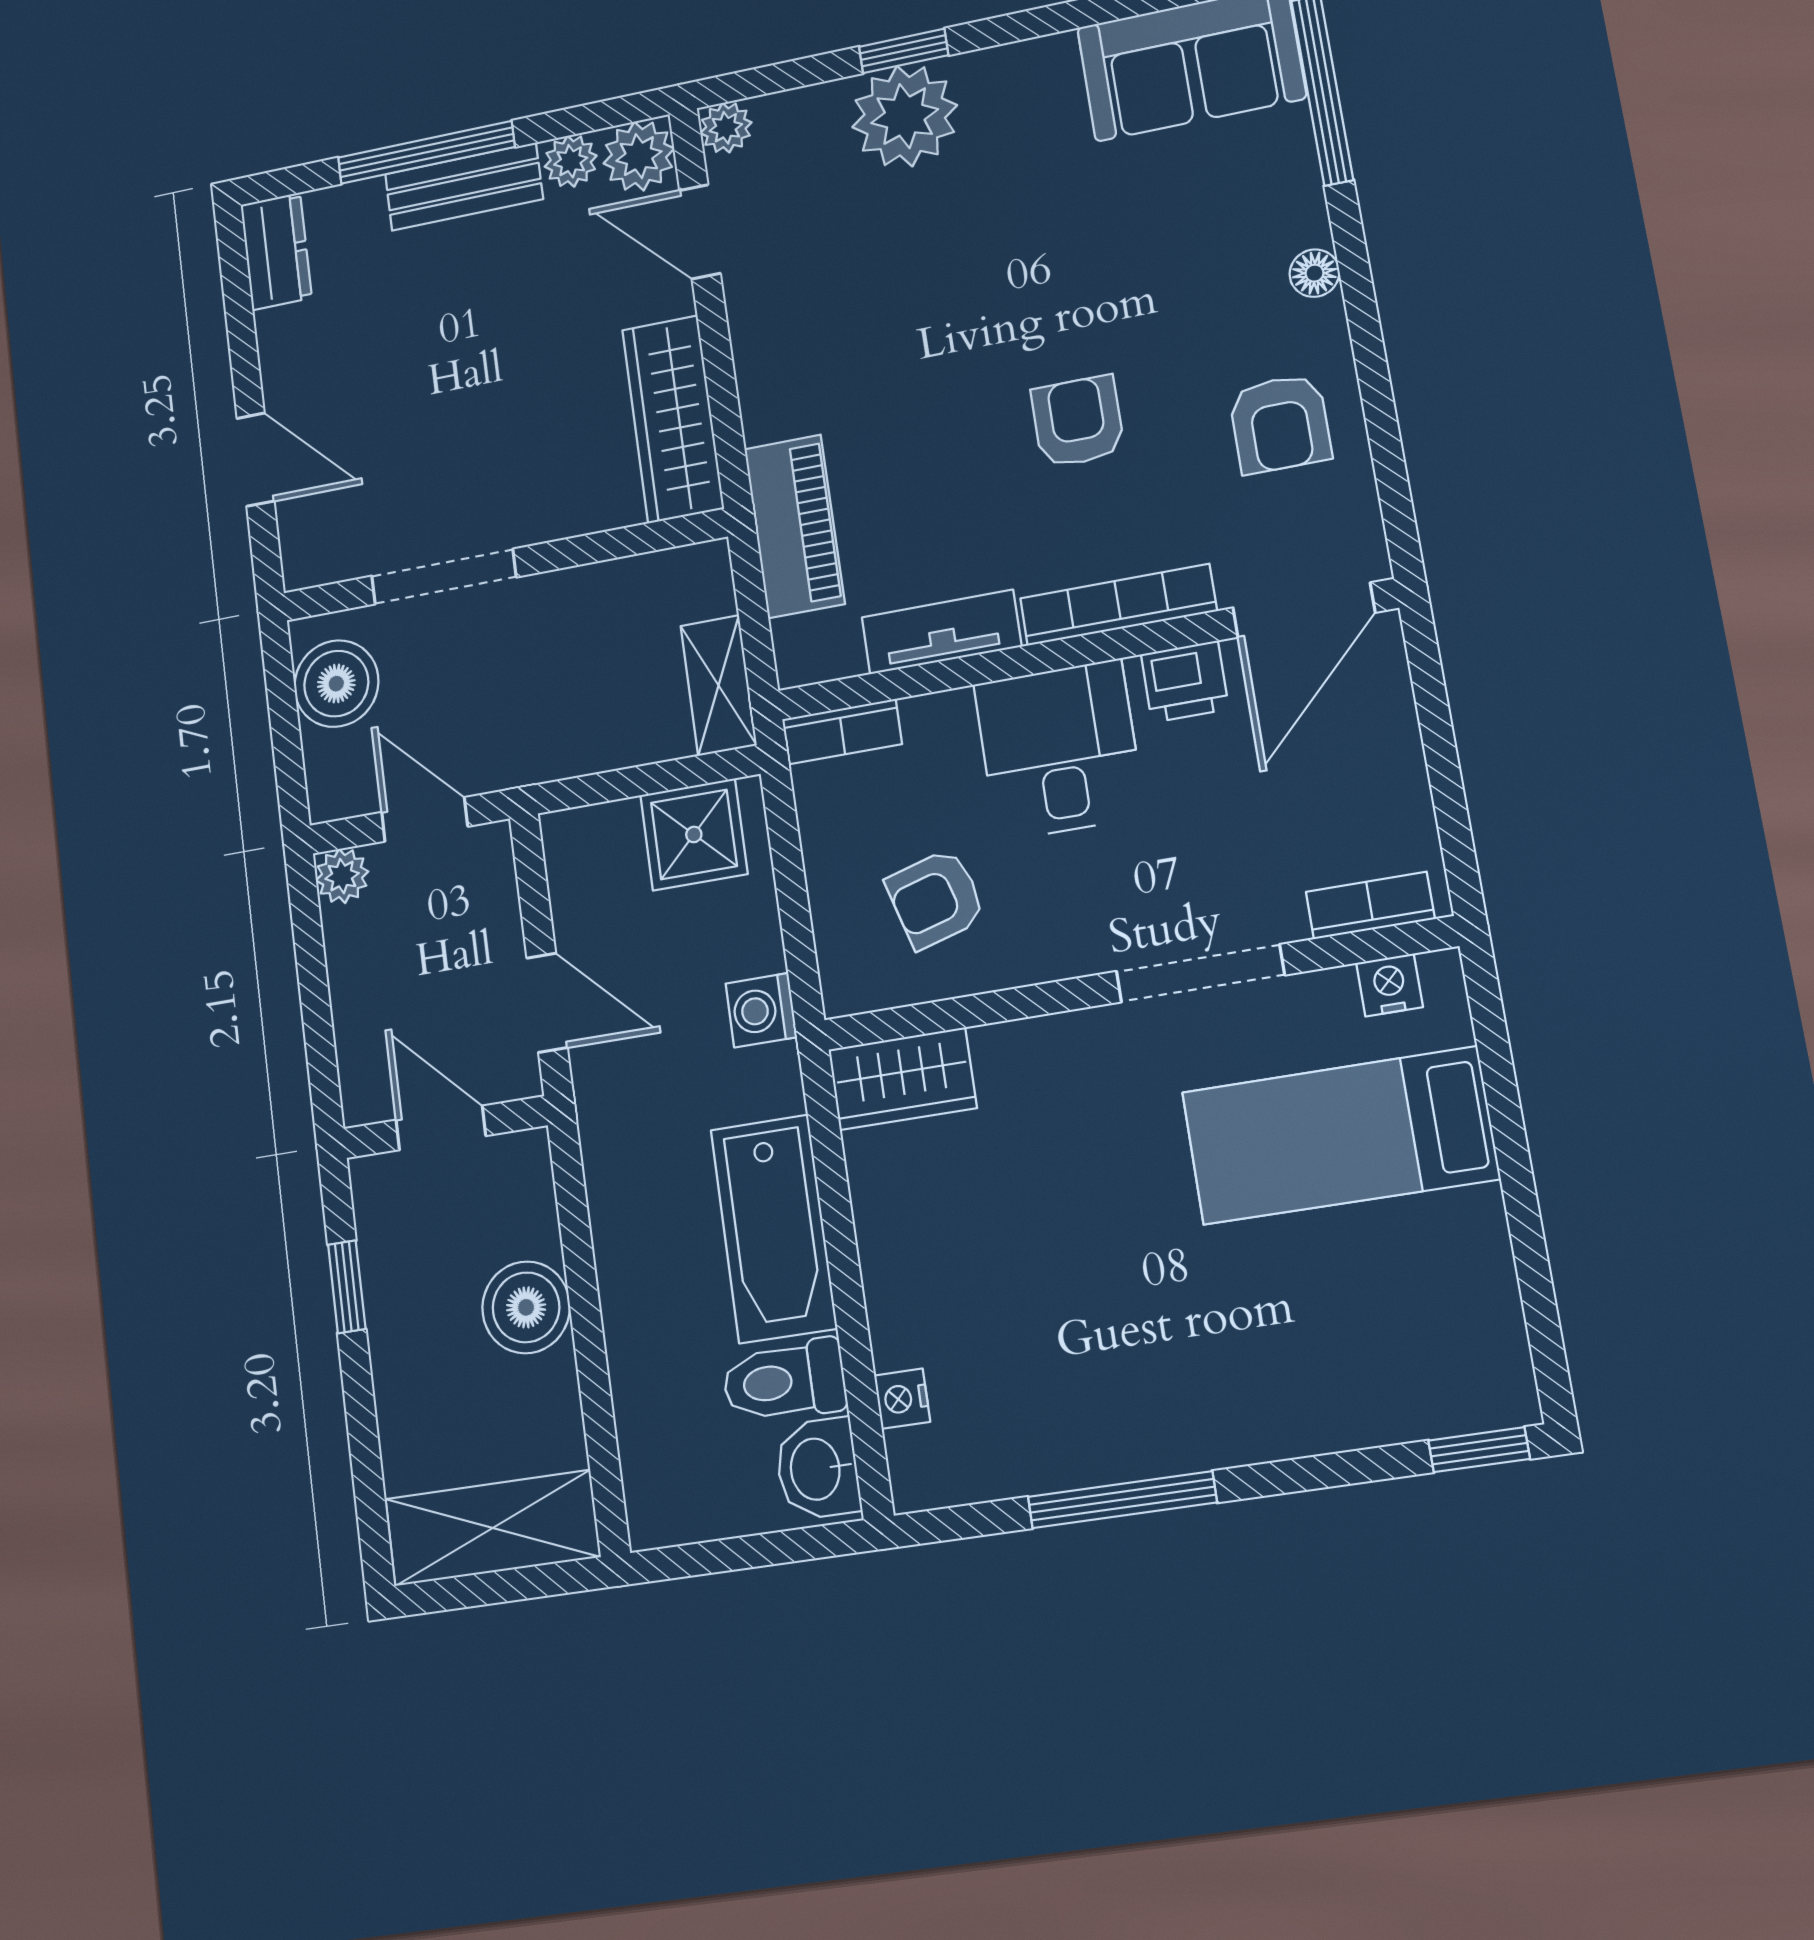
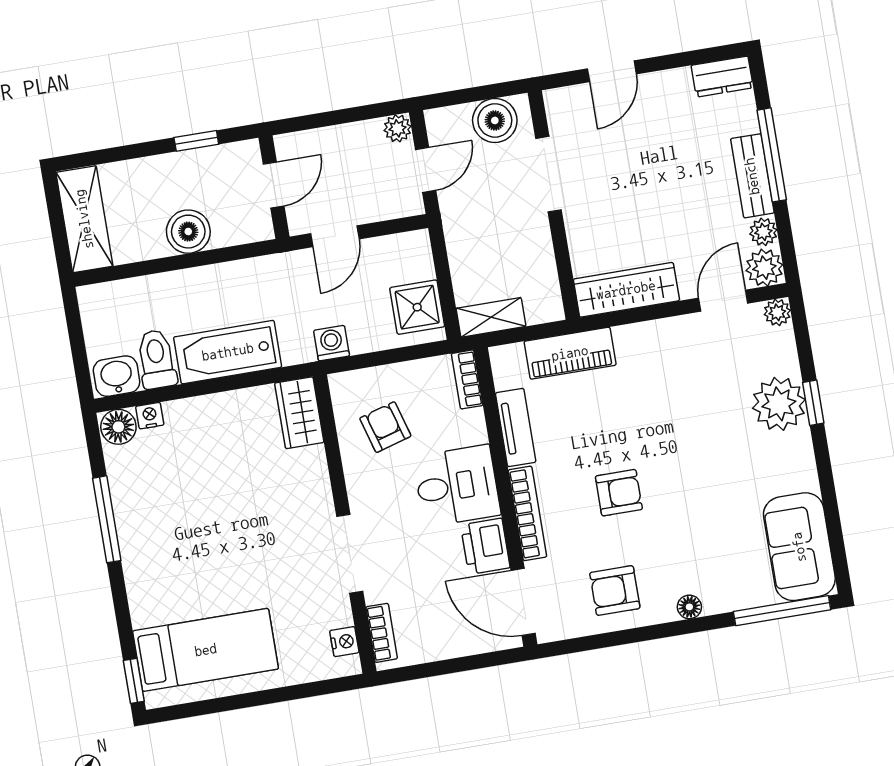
printer: (1185, 682) -> (485, 546), width x1.36, depth x1.24
bed: (1340, 1136) -> (206, 650), moved, turned 90
floor lamp: (924, 1468) -> (118, 427), added

